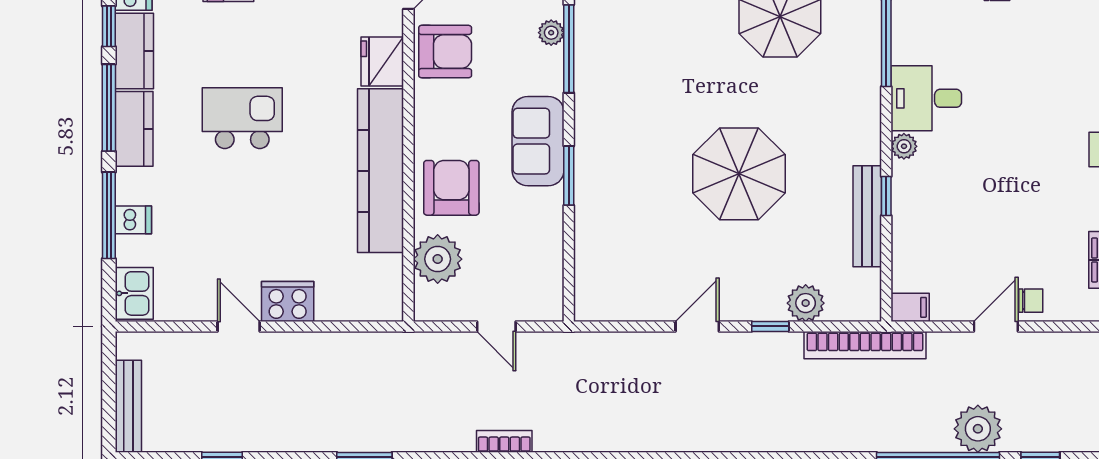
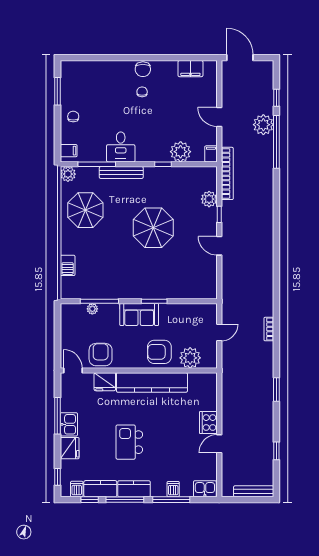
plant: (904, 146) -> (181, 152), moved, width x1.88, depth x1.88
bench: (867, 216) -> (121, 172), moved
chair: (1031, 301) -> (142, 92), moved

